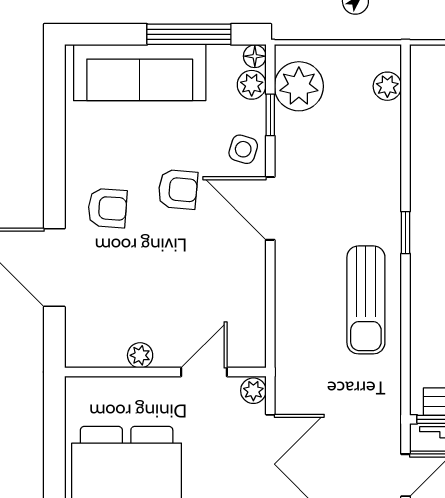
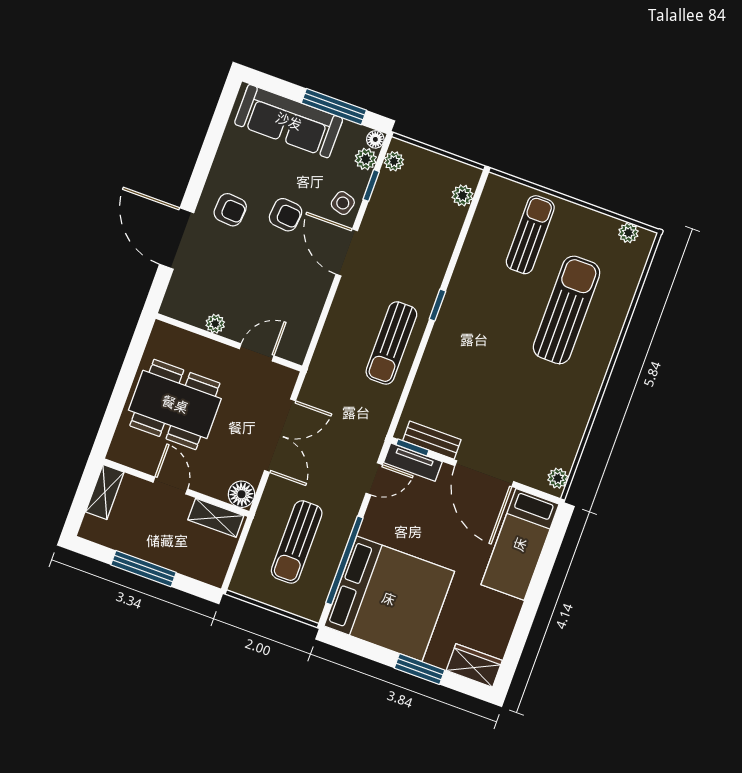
plant: (299, 86) -> (394, 161), width x0.53, depth x0.53
plant: (253, 391) -> (287, 379), removed

